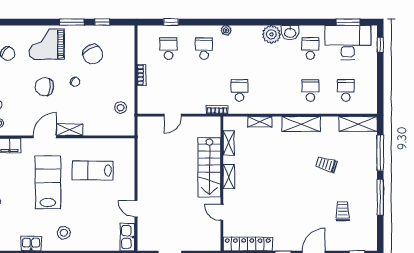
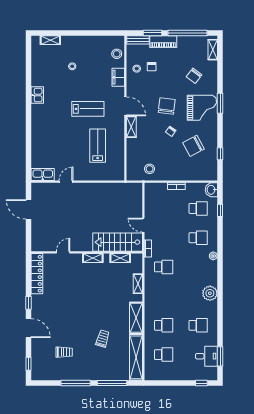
window: (72, 22) -> (220, 103), moved
washbasin: (290, 33) -> (211, 190), moved
desk: (348, 42) -> (206, 356), width x0.53, depth x0.77
grand piano: (47, 44) -> (202, 108), turned 90
door: (173, 115) -> (143, 225), moved
shelving: (358, 124) -> (136, 357), width x1.47
stairs: (209, 167) -> (118, 242), moved
lab bench: (48, 182) -> (88, 109), width x0.73, depth x0.72
stool: (64, 233) -> (46, 122), removed

